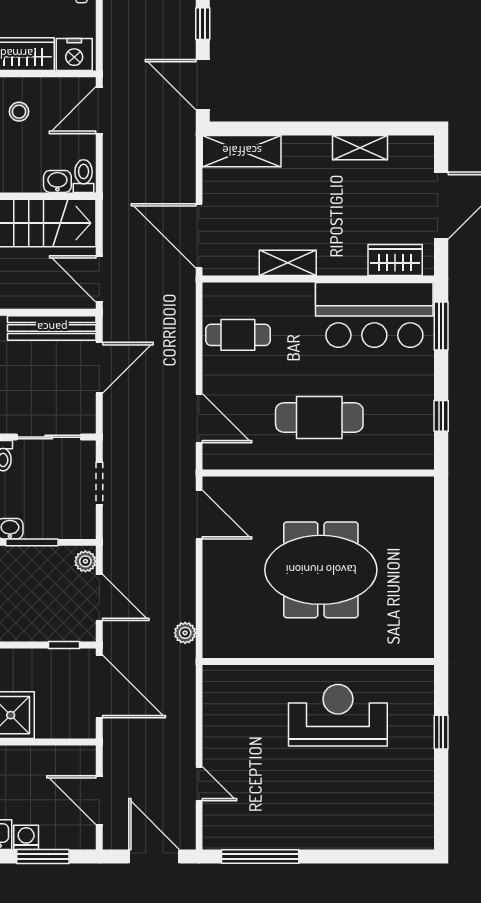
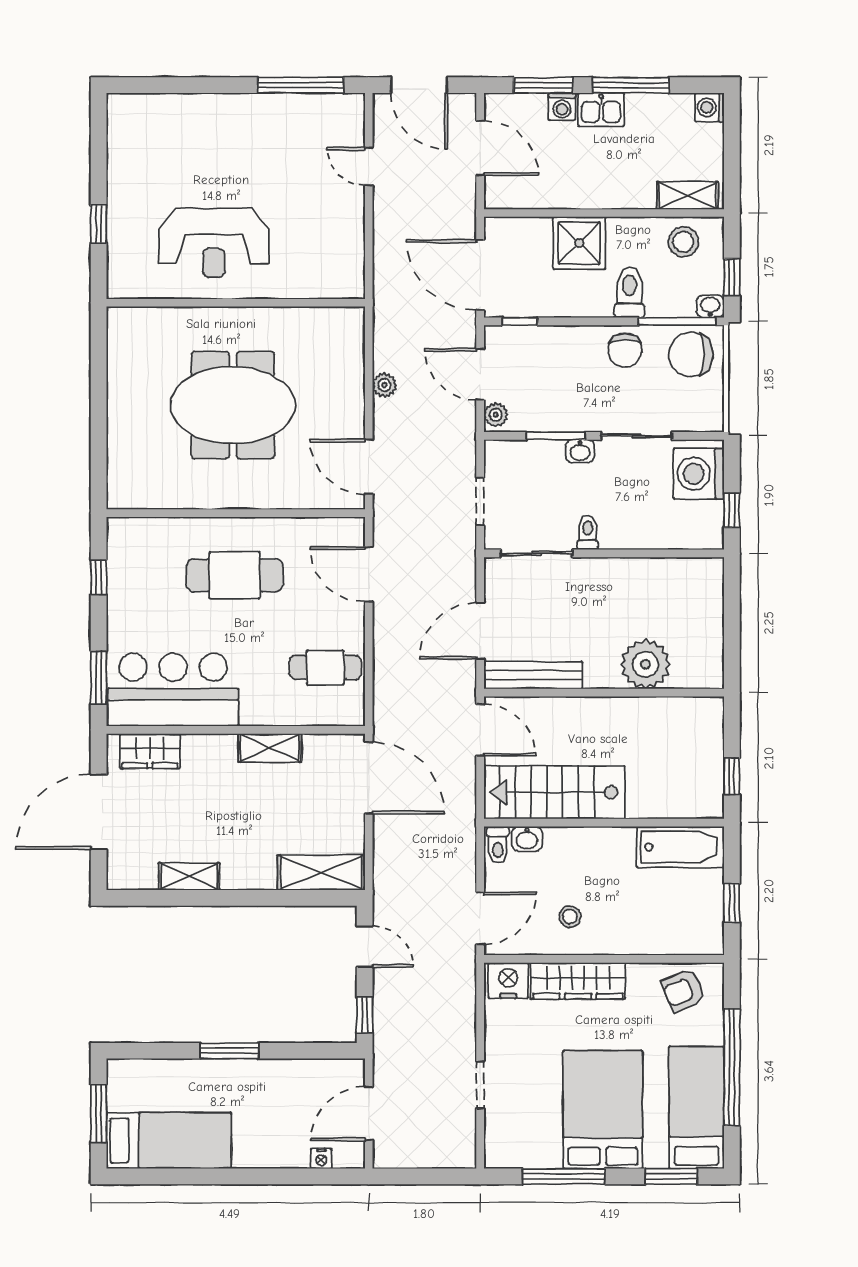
door: (203, 85) -> (365, 947), width x0.73
plant: (185, 633) -> (384, 385), moved

